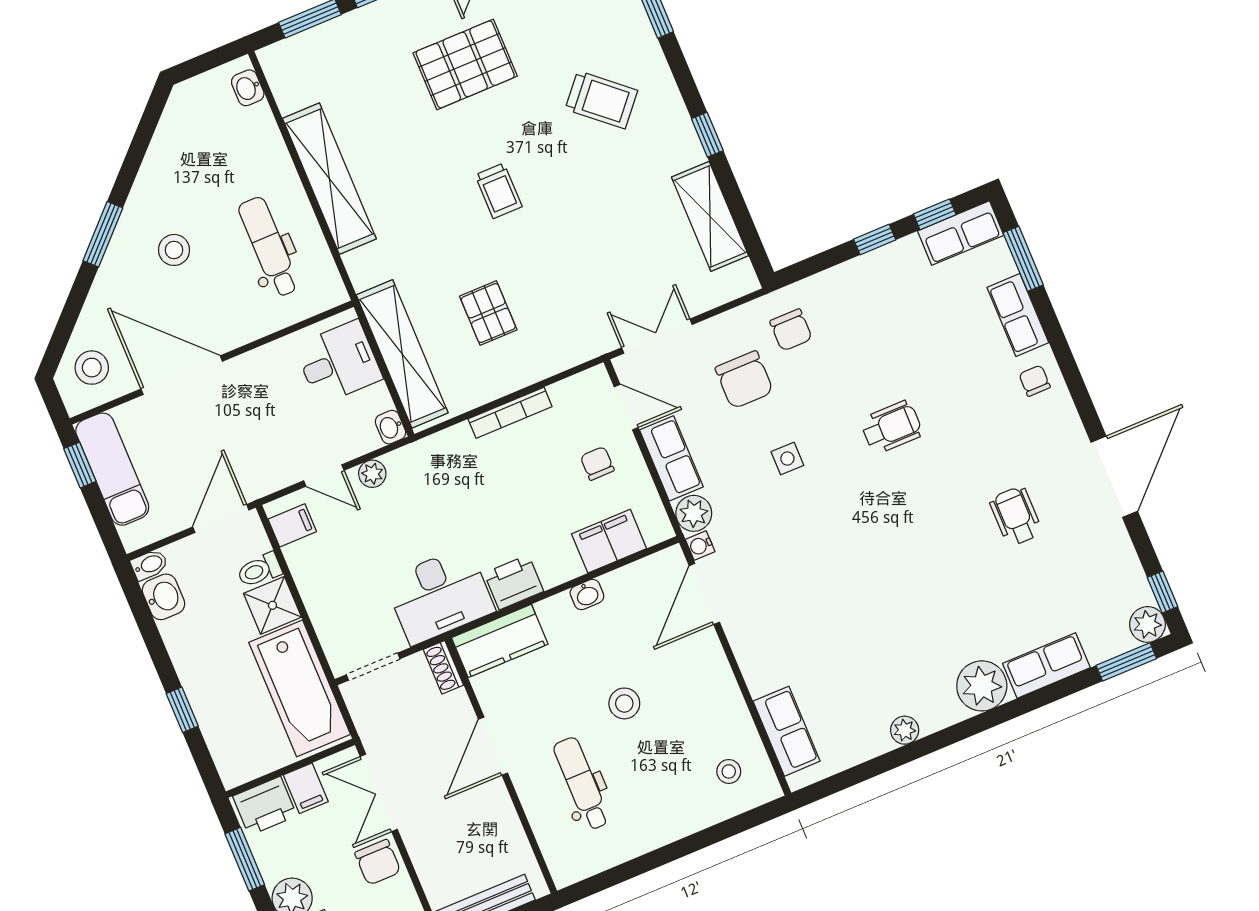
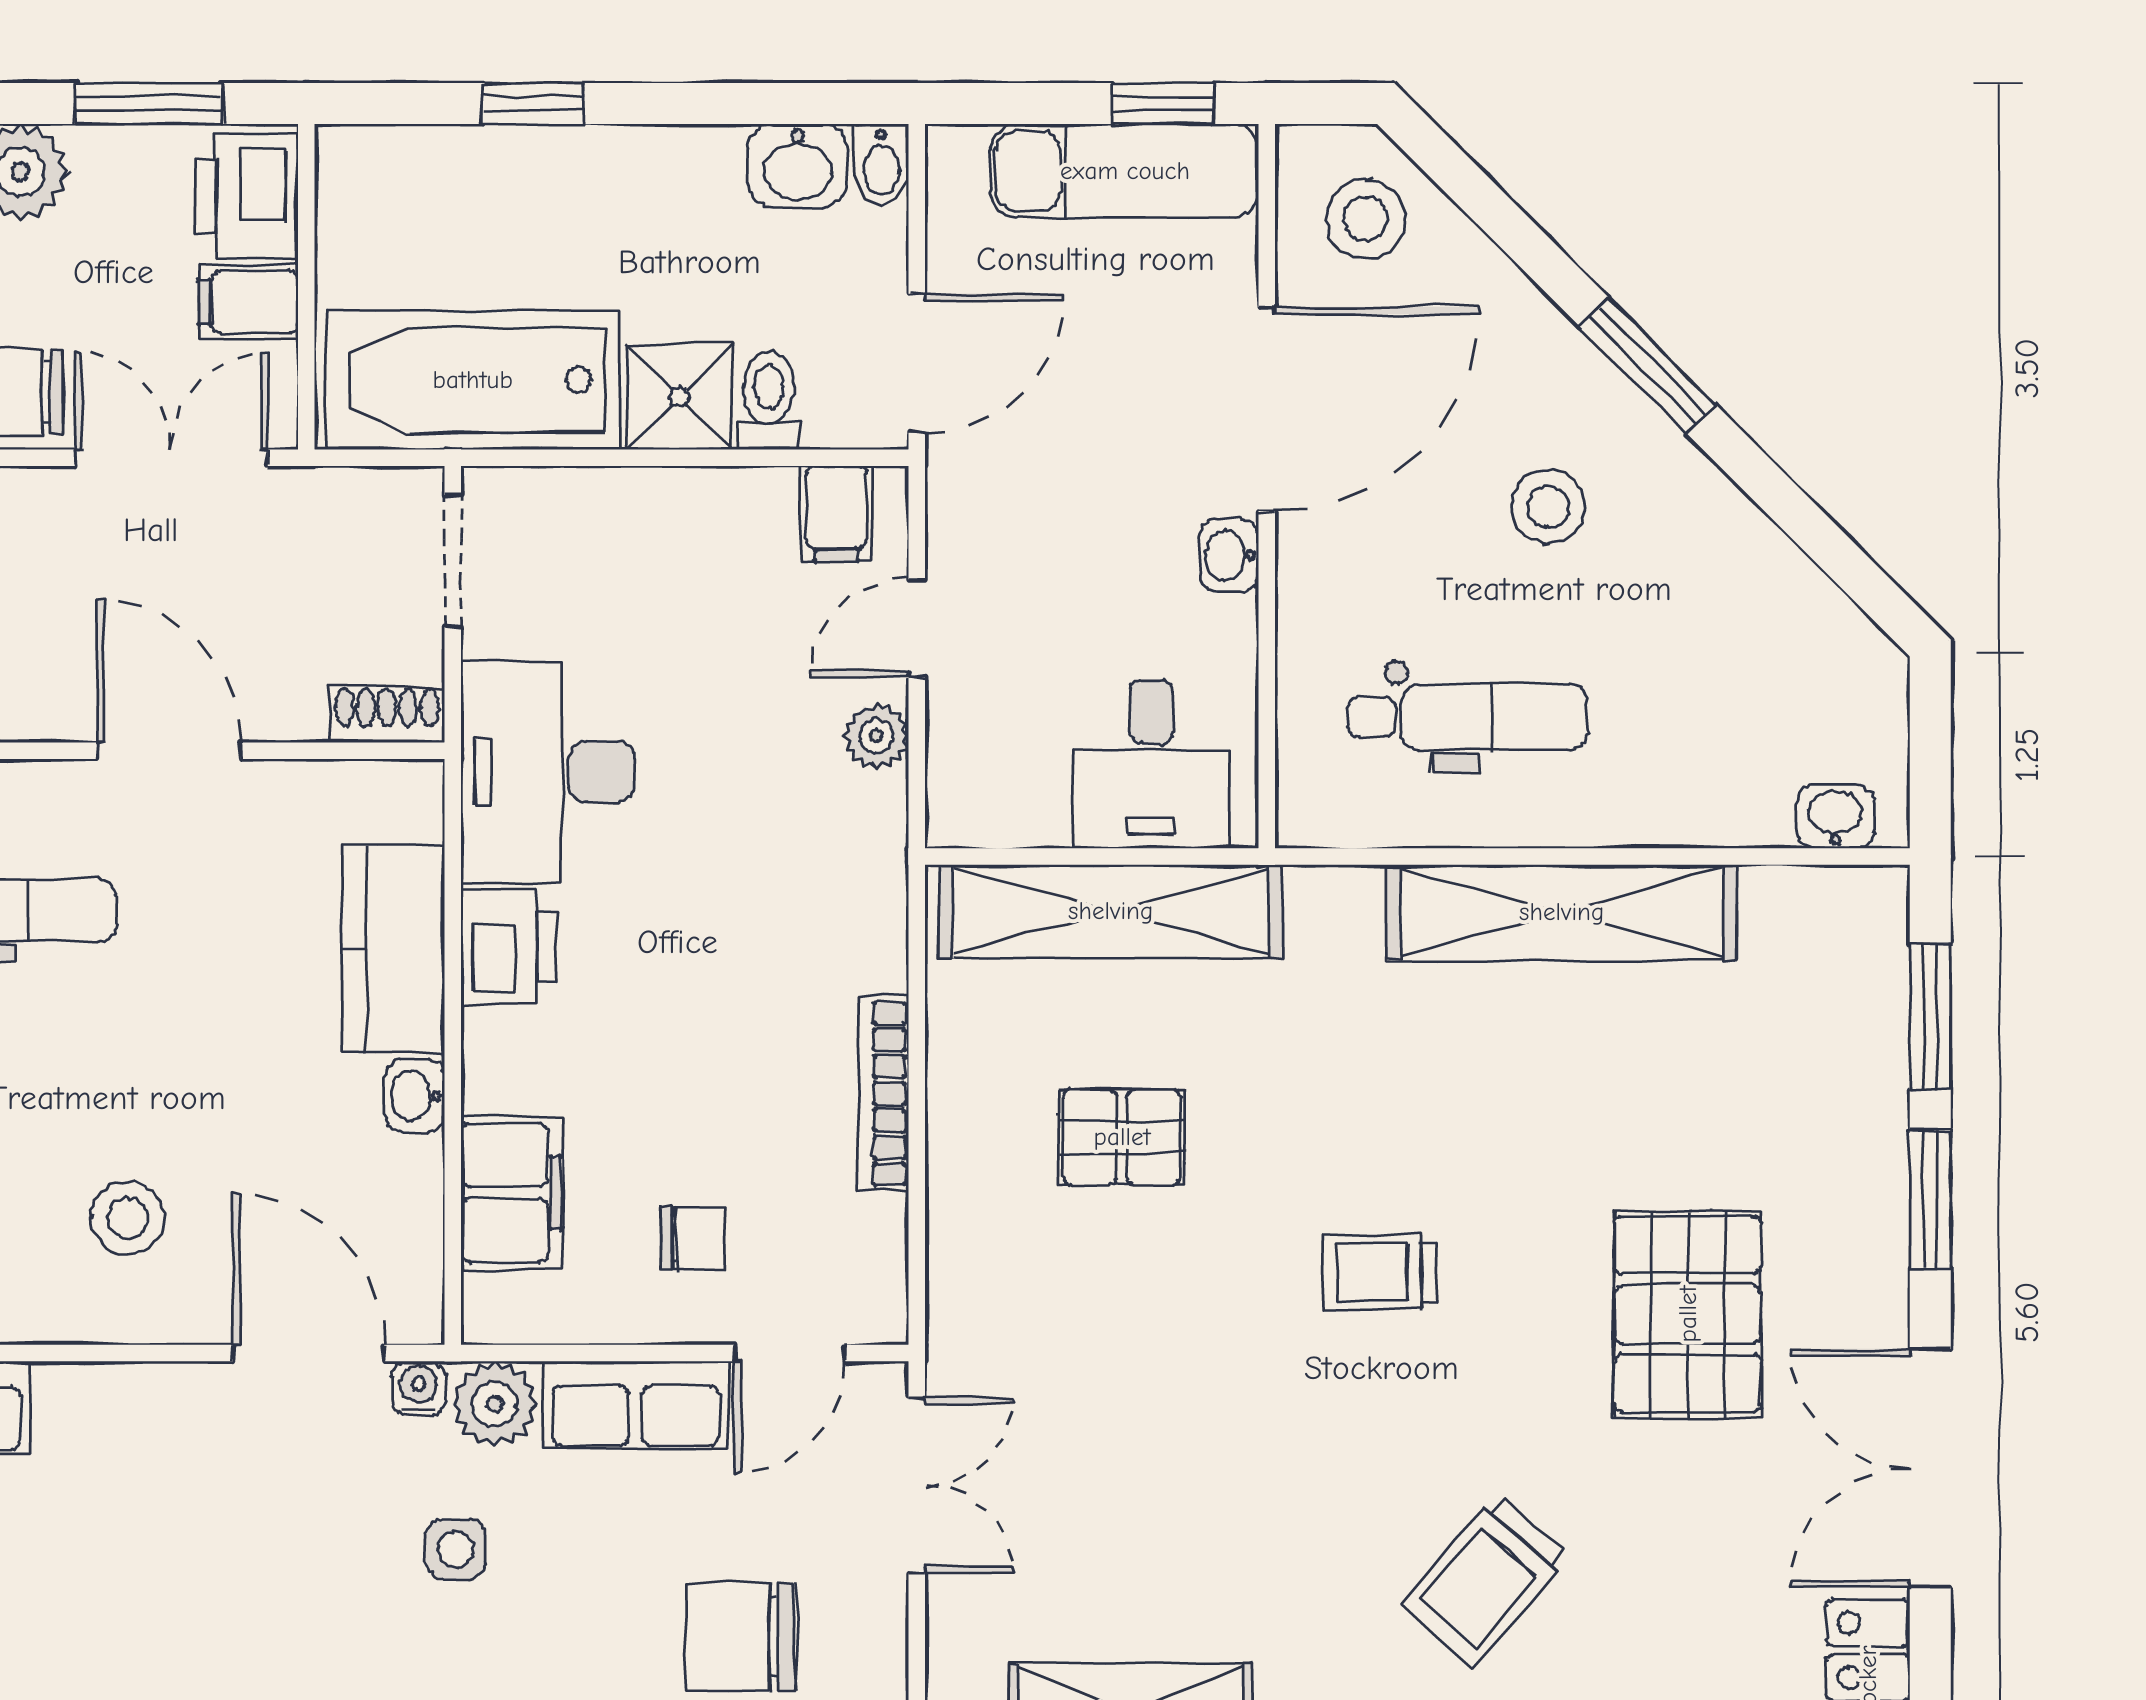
washbasin: (391, 427) -> (1229, 556), moved, turned -90
side table: (787, 459) -> (456, 1549), moved
door: (221, 519) -> (917, 363), hinge flipped
kitchen counter: (500, 641) -> (393, 949), moved
stool: (624, 703) -> (128, 1218), moved

